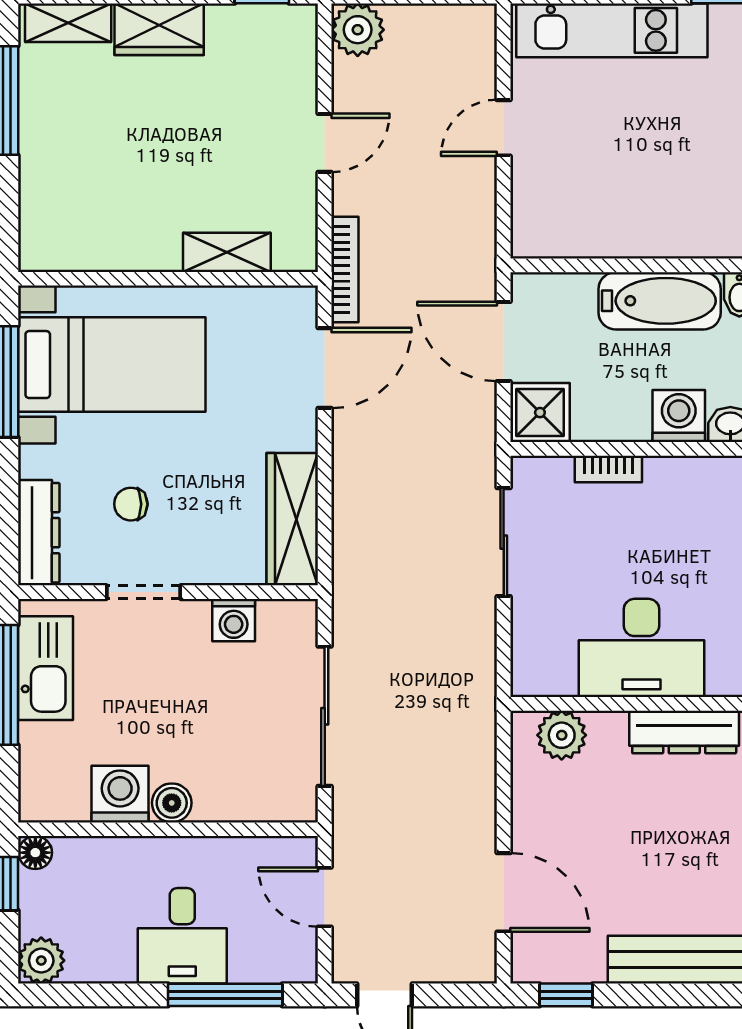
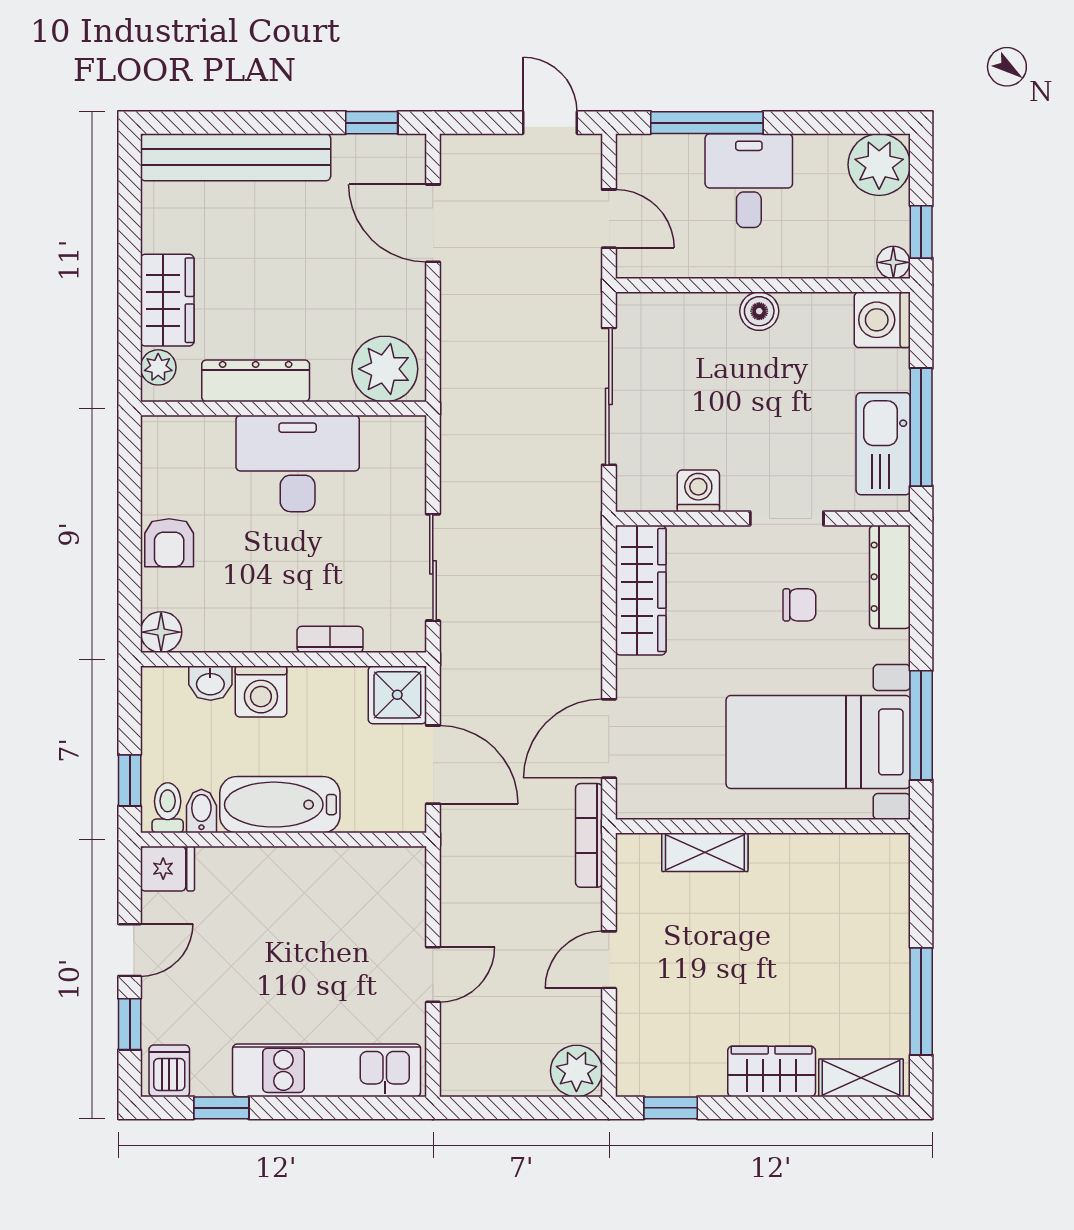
plant: (562, 735) -> (385, 369), width x1.36, depth x1.36
washing machine: (120, 794) -> (882, 320), moved, turned 90
plant: (41, 961) -> (879, 165), width x1.36, depth x1.36

